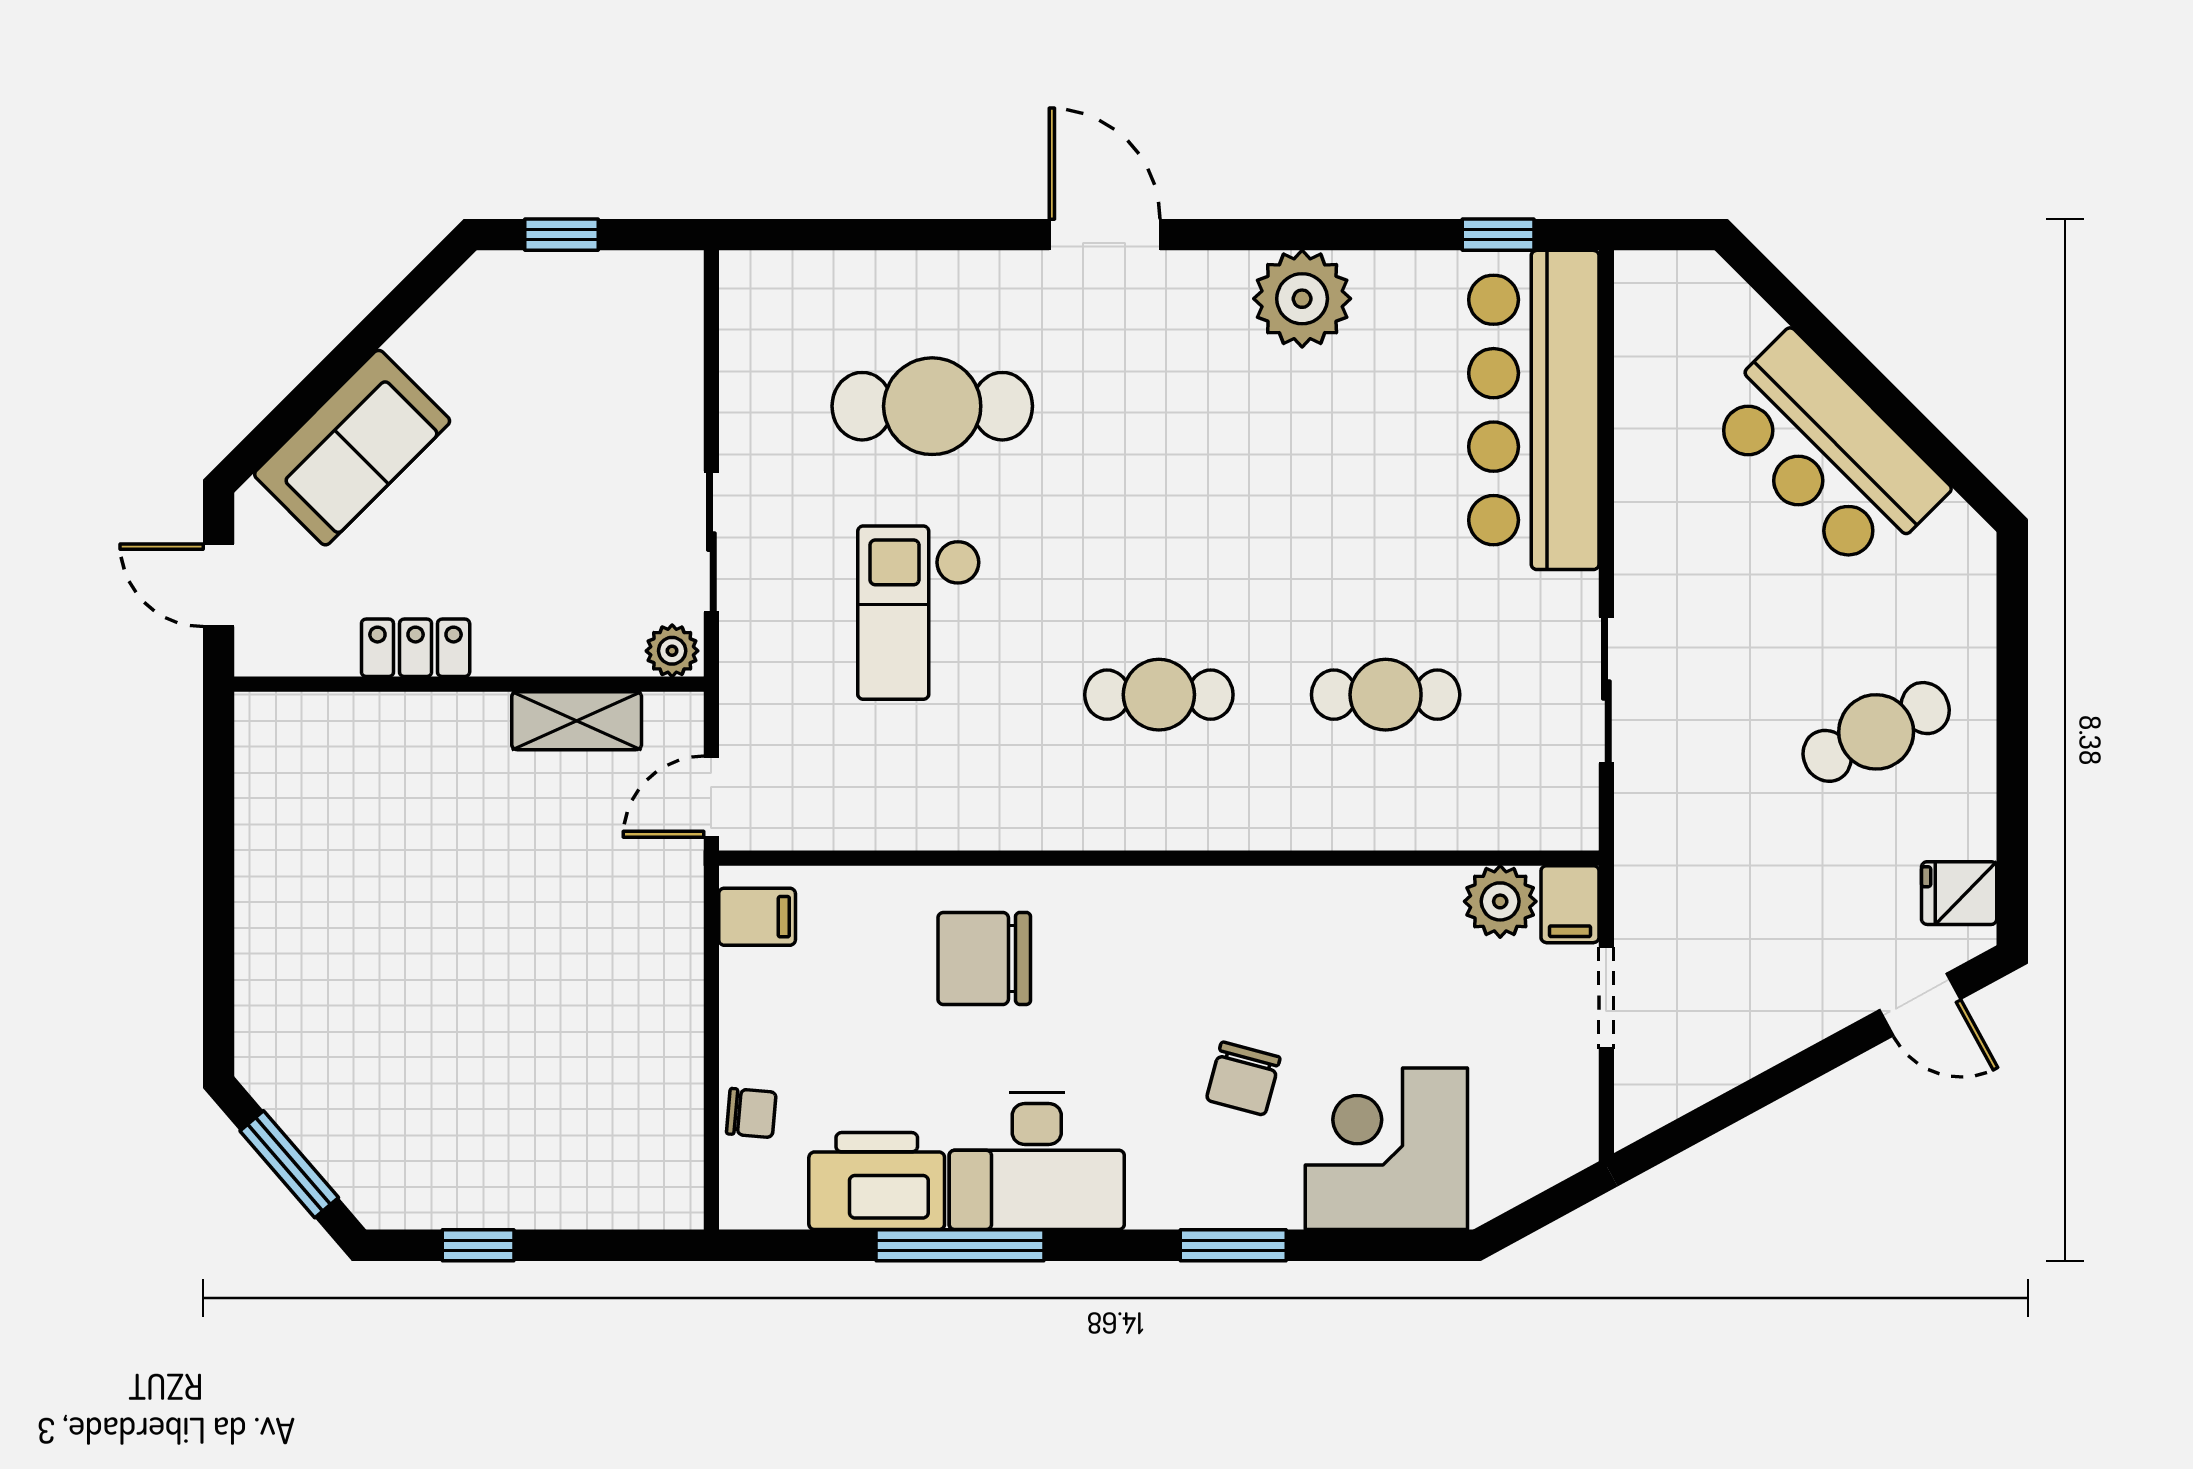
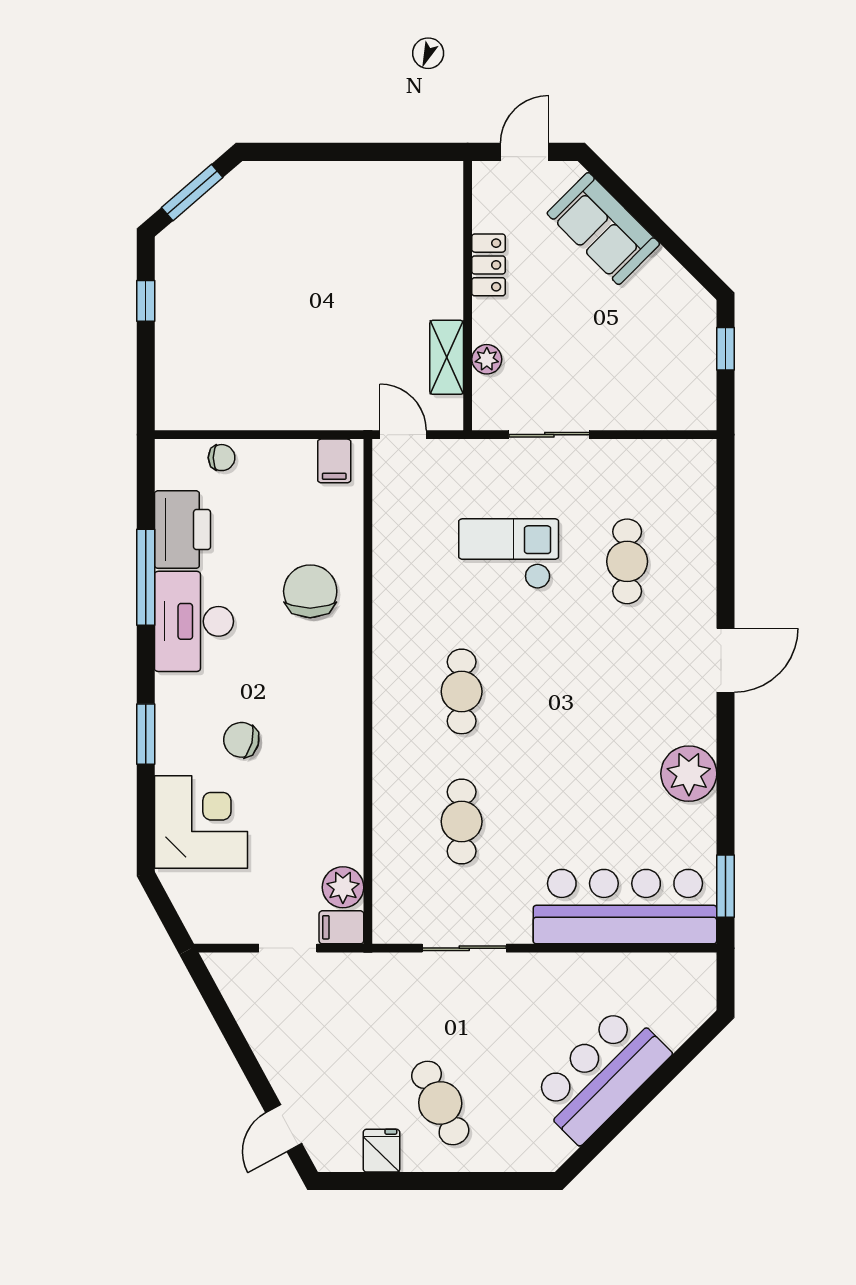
window: (1498, 235) -> (726, 886), width x1.50
cafe table: (932, 406) -> (627, 561), width x0.73, depth x0.74
plant: (672, 651) -> (487, 359), moved
fridge: (1959, 893) -> (381, 1151), moved
chair: (751, 1113) -> (222, 458), turned -95

